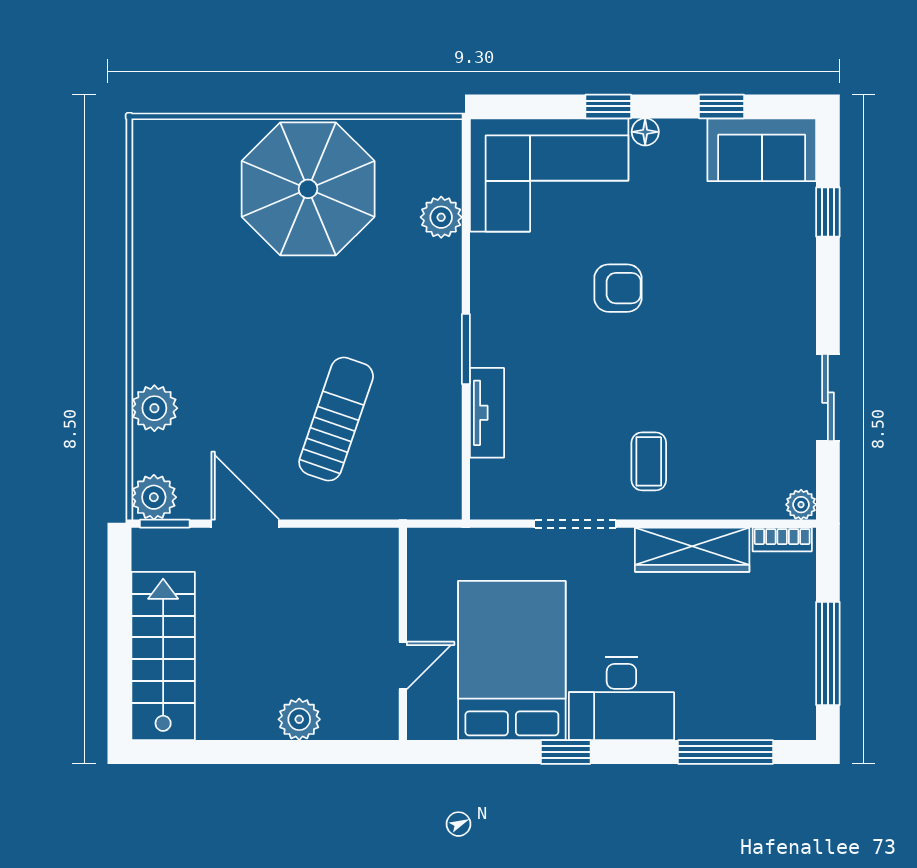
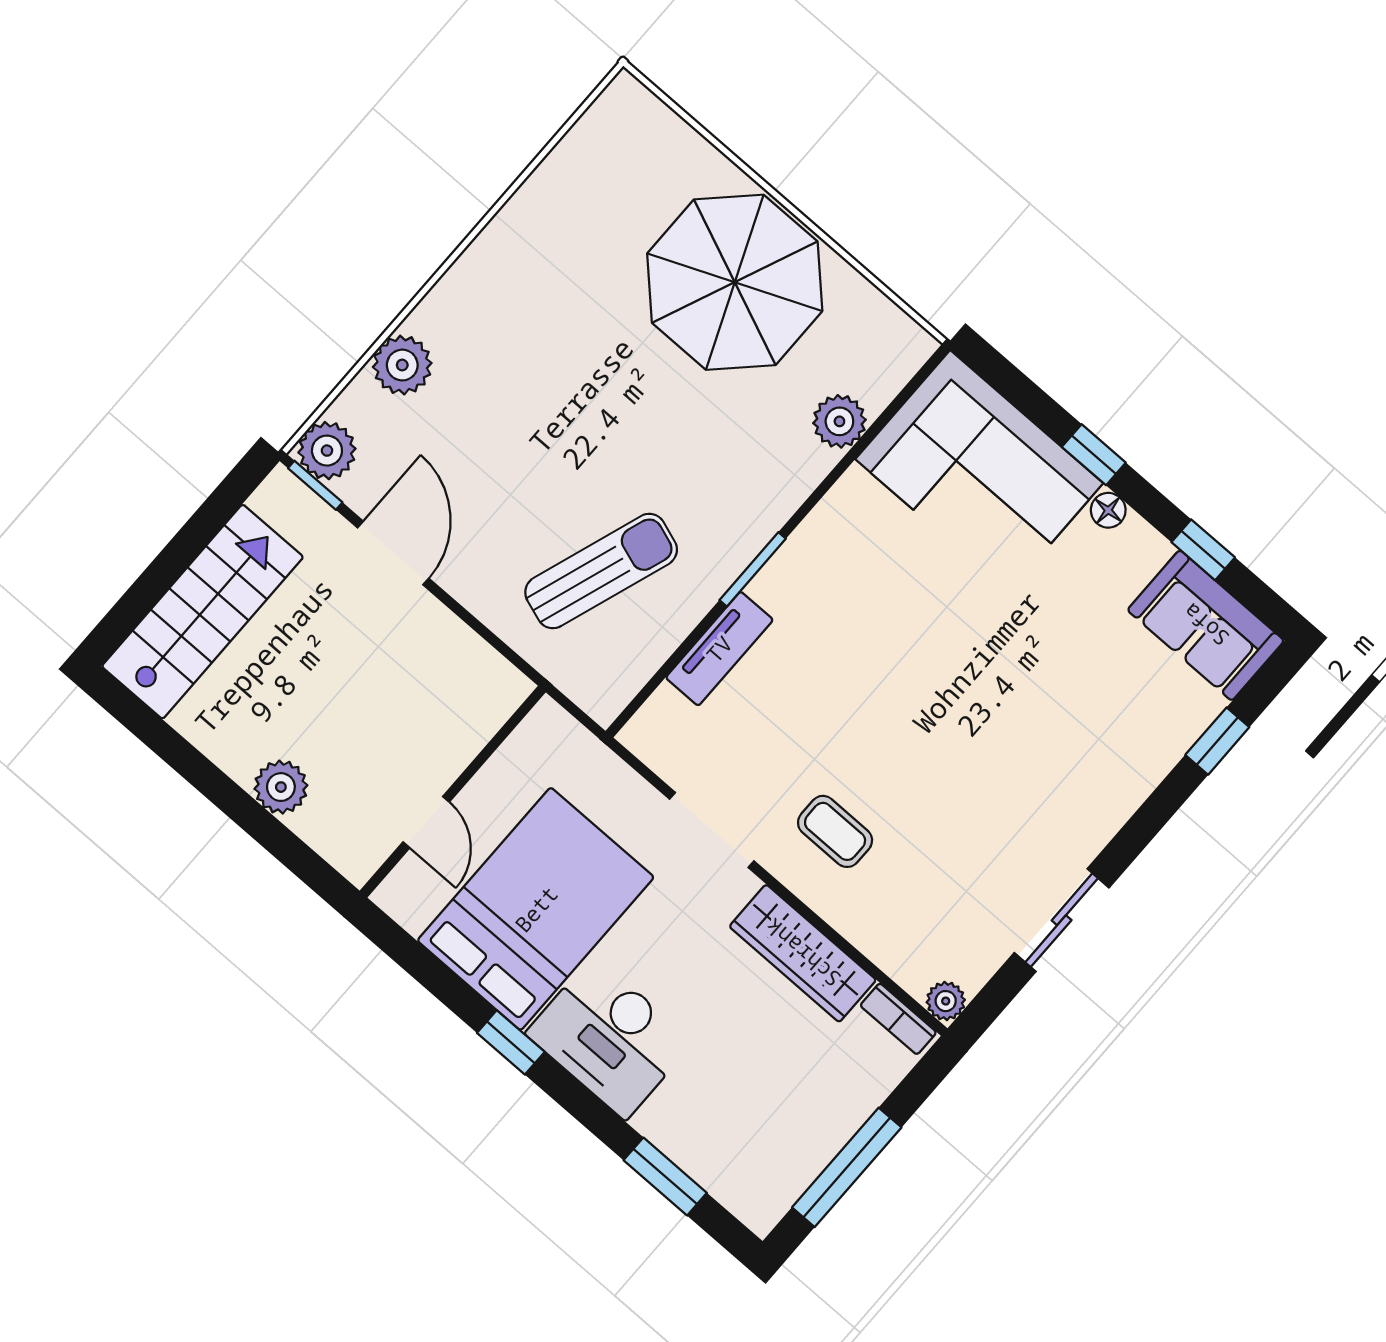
armchair: (618, 288) -> (951, 638), removed
sun lounger: (336, 419) -> (601, 571), moved
coffee table: (649, 461) -> (835, 831), turned 90
door: (403, 665) -> (426, 822), hinge flipped
window: (726, 752) -> (665, 1177), width x0.69

